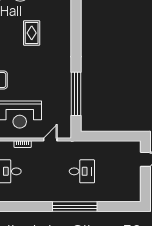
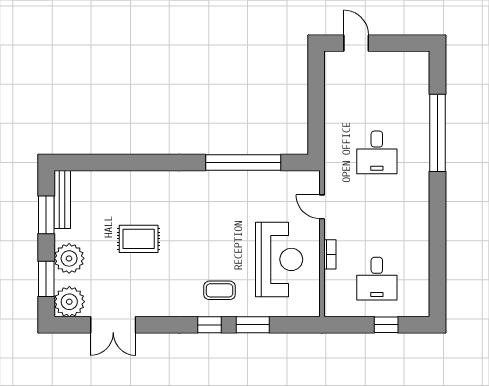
desk: (82, 171) -> (377, 152), turned 180
window: (75, 207) -> (437, 133), moved

